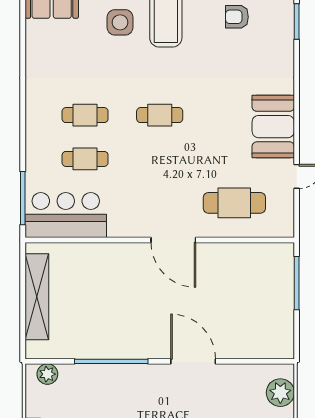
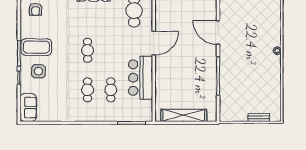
bar counter: (66, 215) -> (141, 78), moved
door: (193, 361) -> (218, 33), hinge flipped
plant: (47, 374) -> (225, 110), removed

